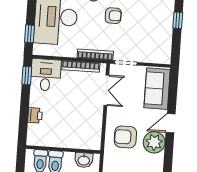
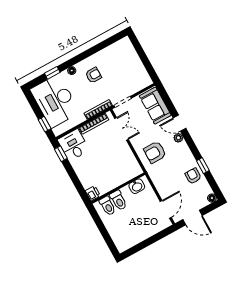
window: (178, 20) -> (139, 50), removed
printer: (35, 115) -> (93, 193), moved
door: (171, 123) -> (180, 123), hinge flipped
plant: (154, 142) -> (178, 138), width x0.53, depth x0.53

